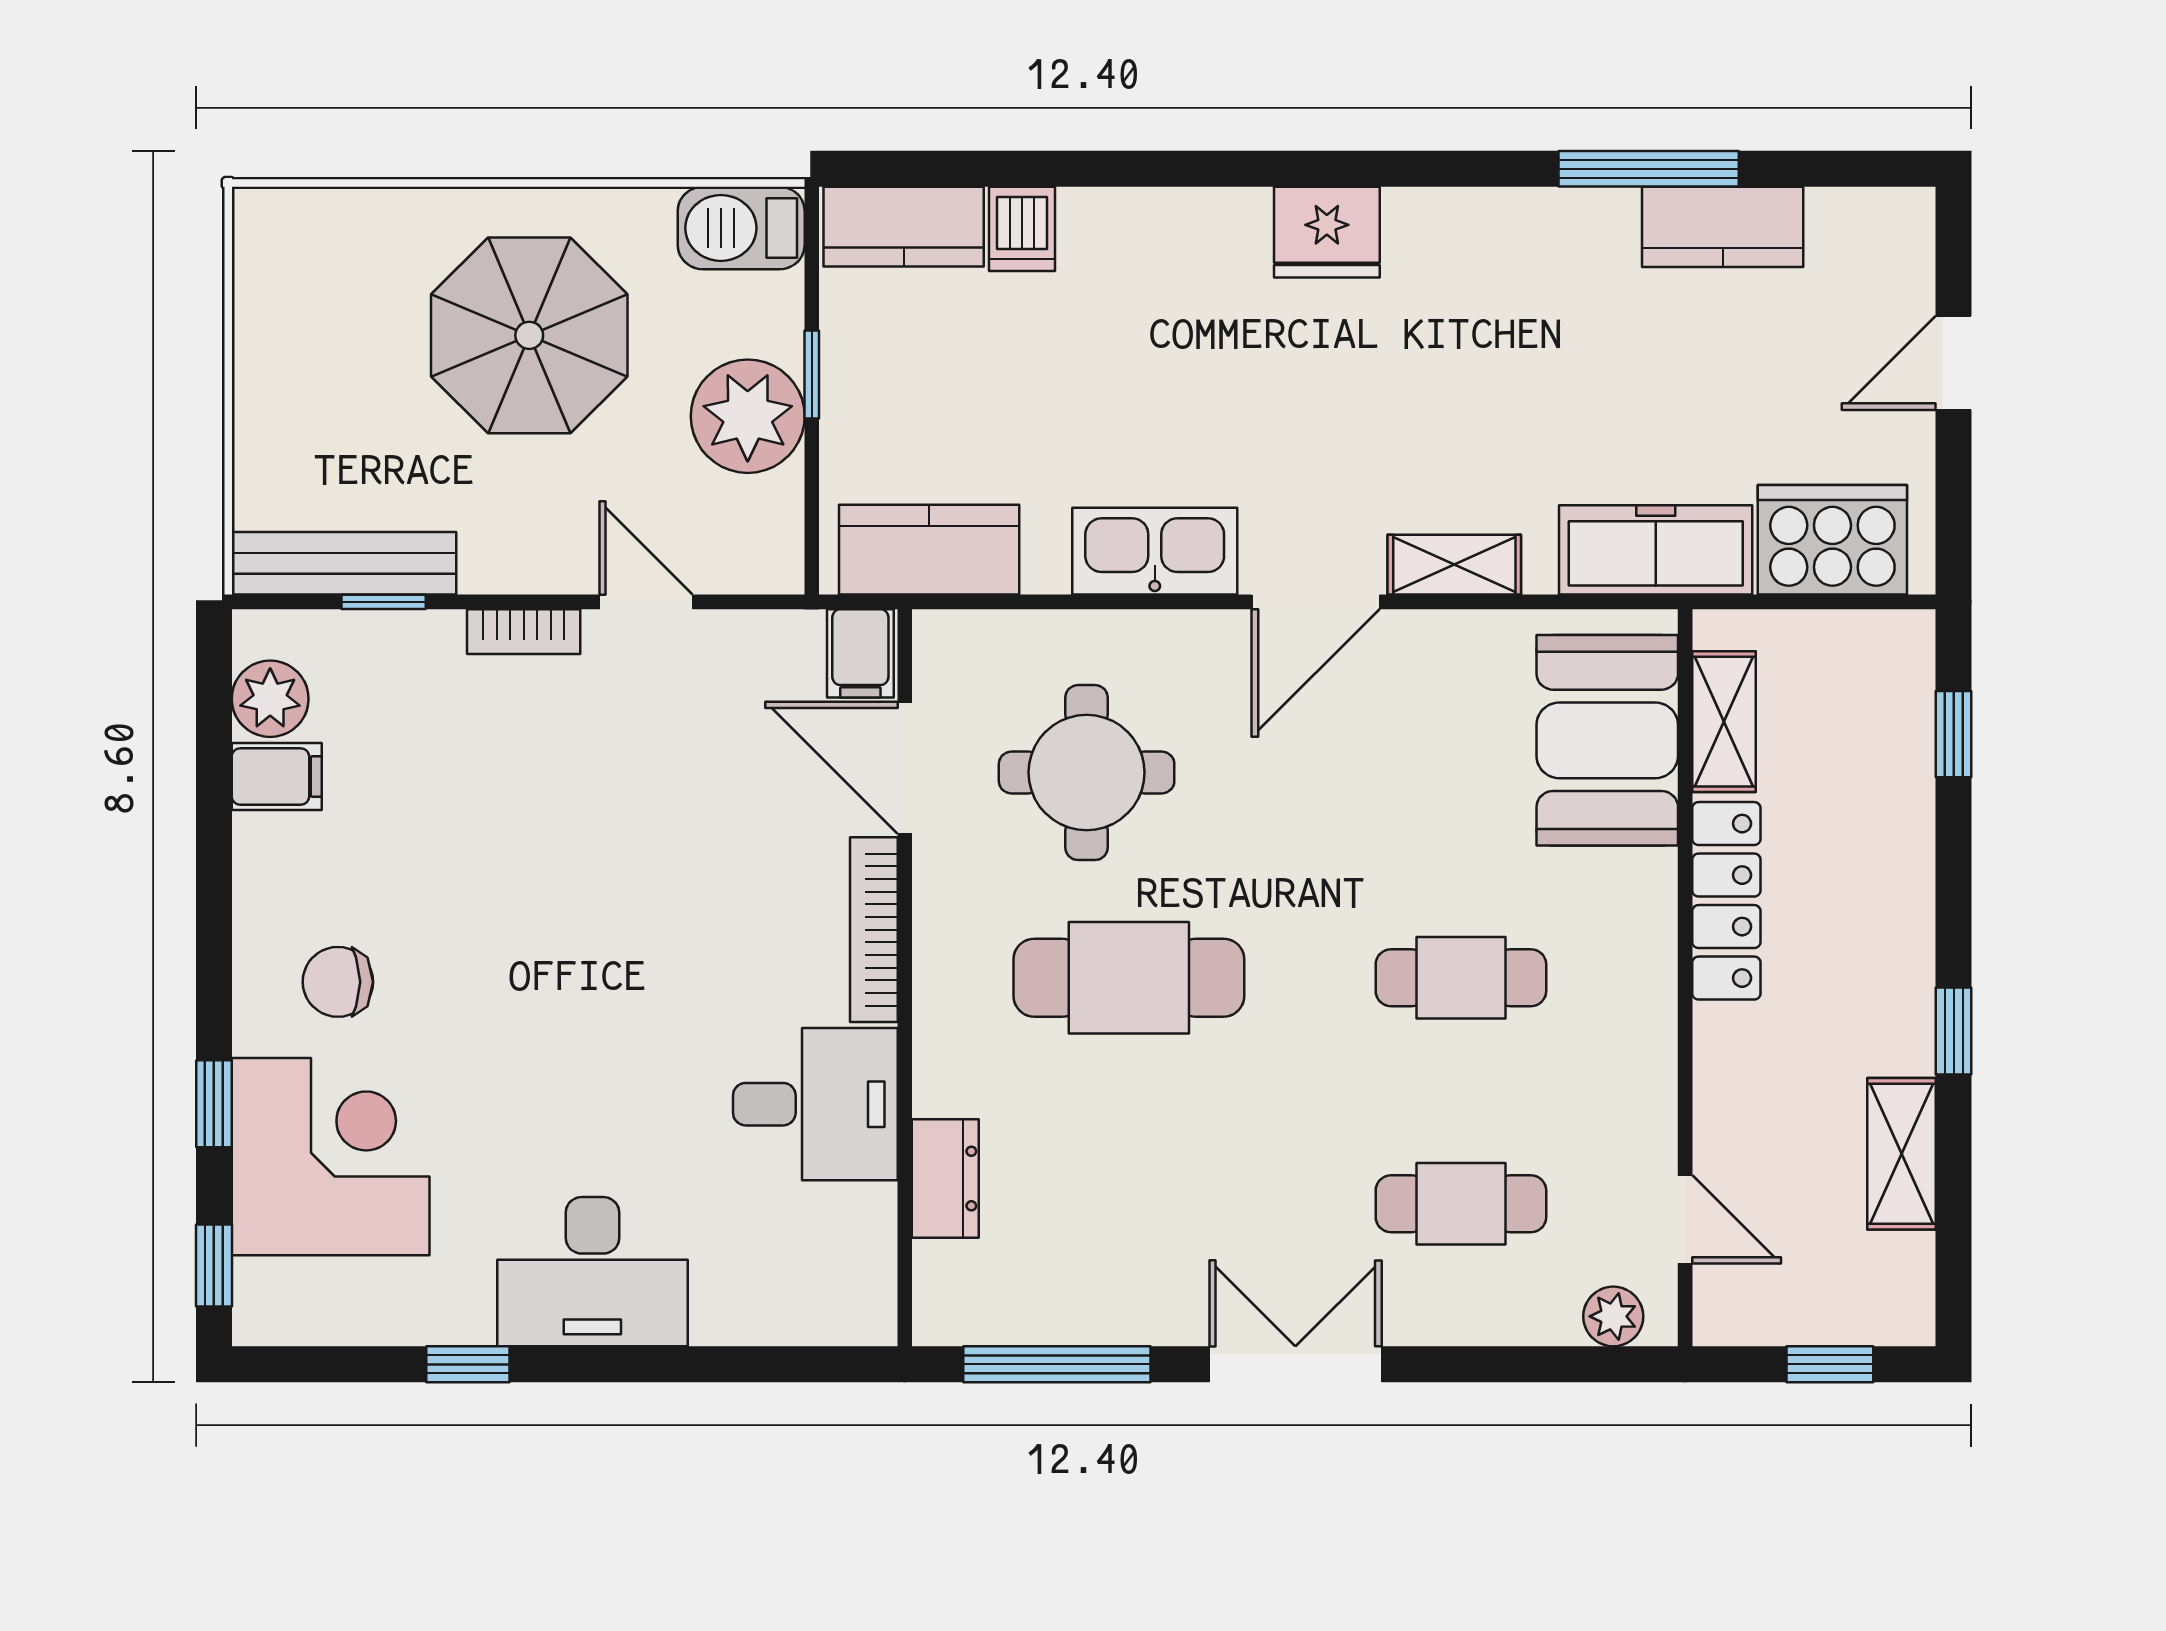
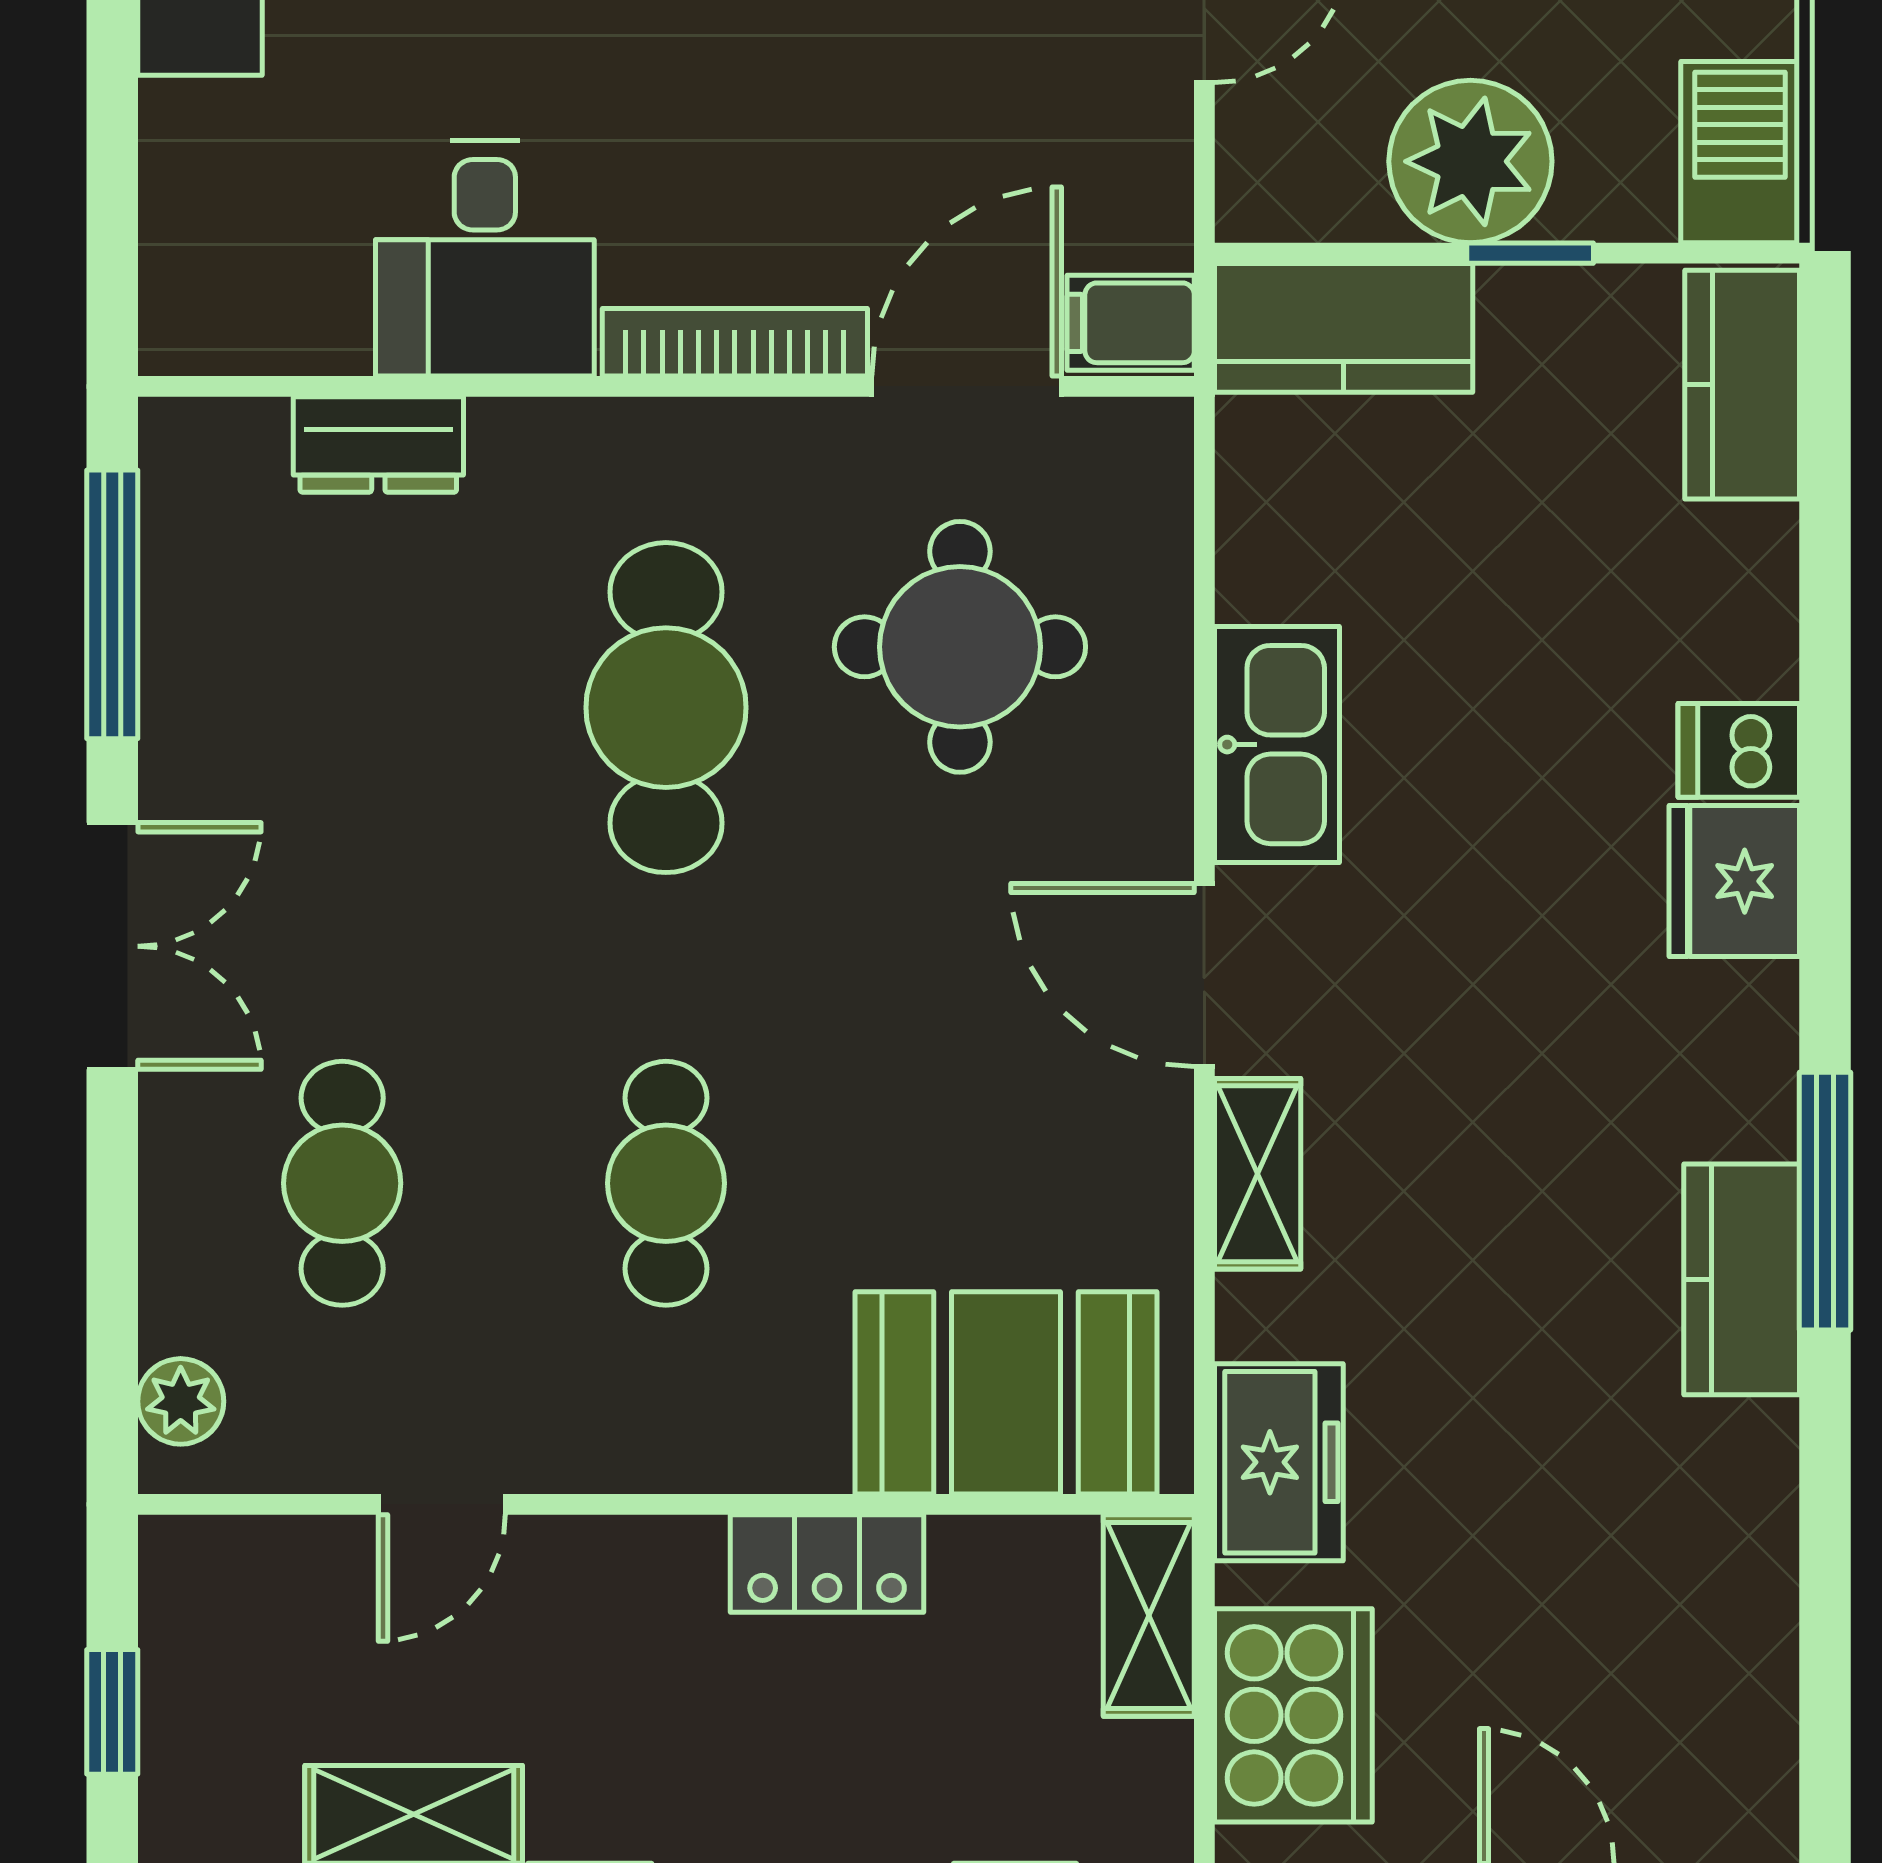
window: (1649, 169) -> (1825, 1201), moved
kitchen counter: (1723, 227) -> (1742, 1279), moved
dishwasher: (1022, 229) -> (1739, 750), moved
fridge: (1327, 232) -> (1734, 881), moved
kitchen counter: (929, 550) -> (1344, 328), moved, turned 90
freezer: (1656, 550) -> (1279, 1462), width x0.71
shelving: (1724, 722) -> (1149, 1616), moved, turned 90
locker: (1726, 901) -> (827, 1563), width x0.66
door: (1685, 1219) -> (442, 1504), moved

